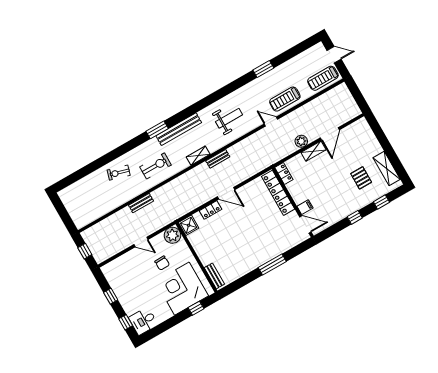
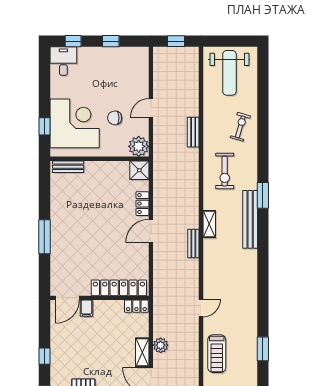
treadmill: (285, 99) -> (217, 354), turned 180
weight bench: (229, 118) -> (229, 73), moved, width x1.36, depth x1.33
door: (271, 122) -> (201, 308), moved

